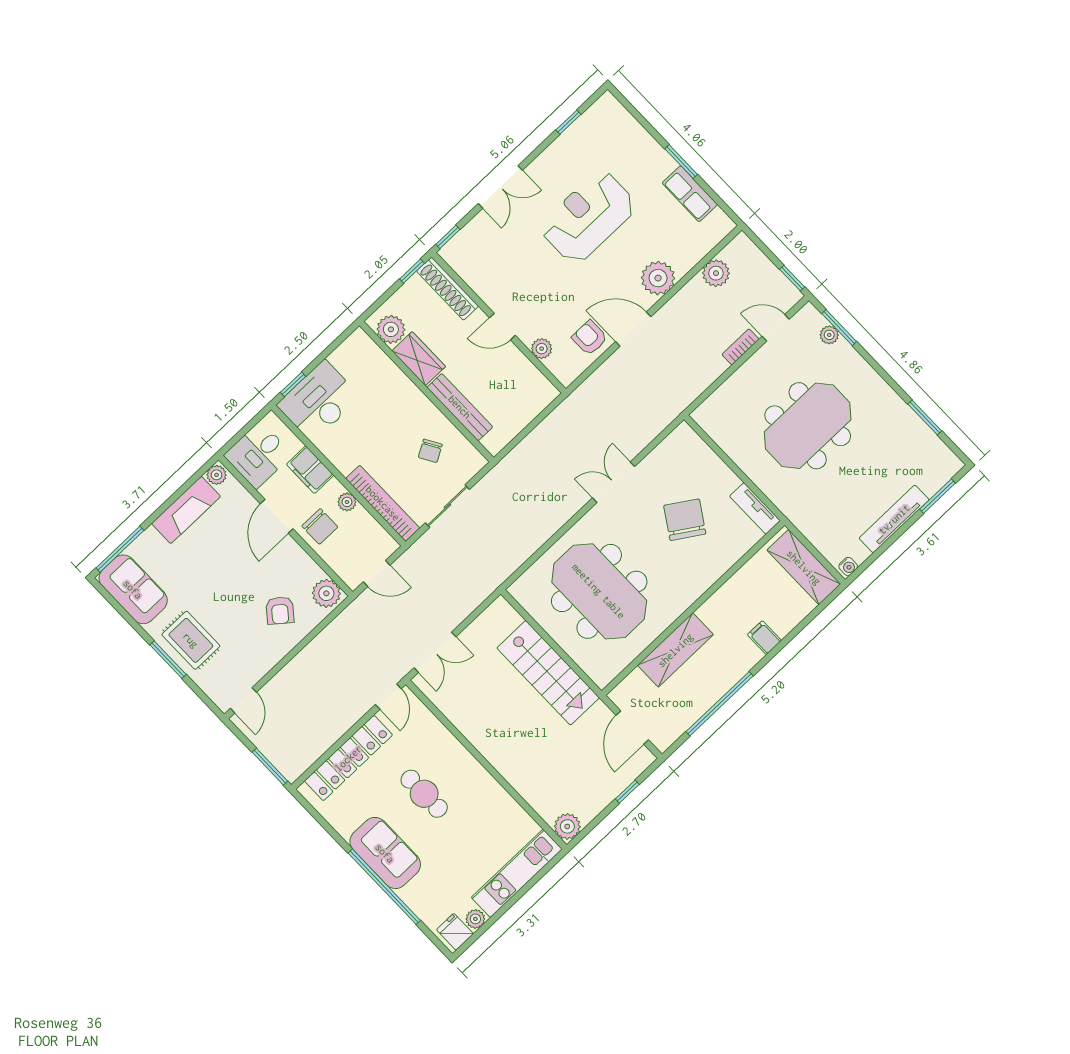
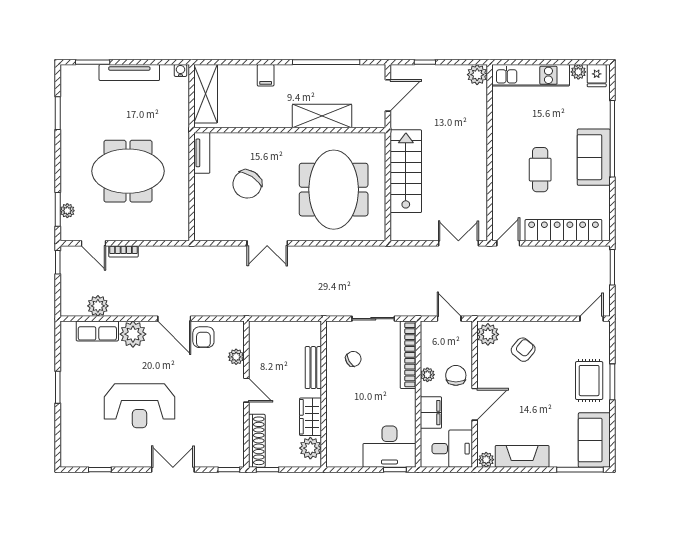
row of seats: (690, 194) -> (97, 331), moved, turned 90
bench: (460, 407) -> (313, 368), width x0.73

